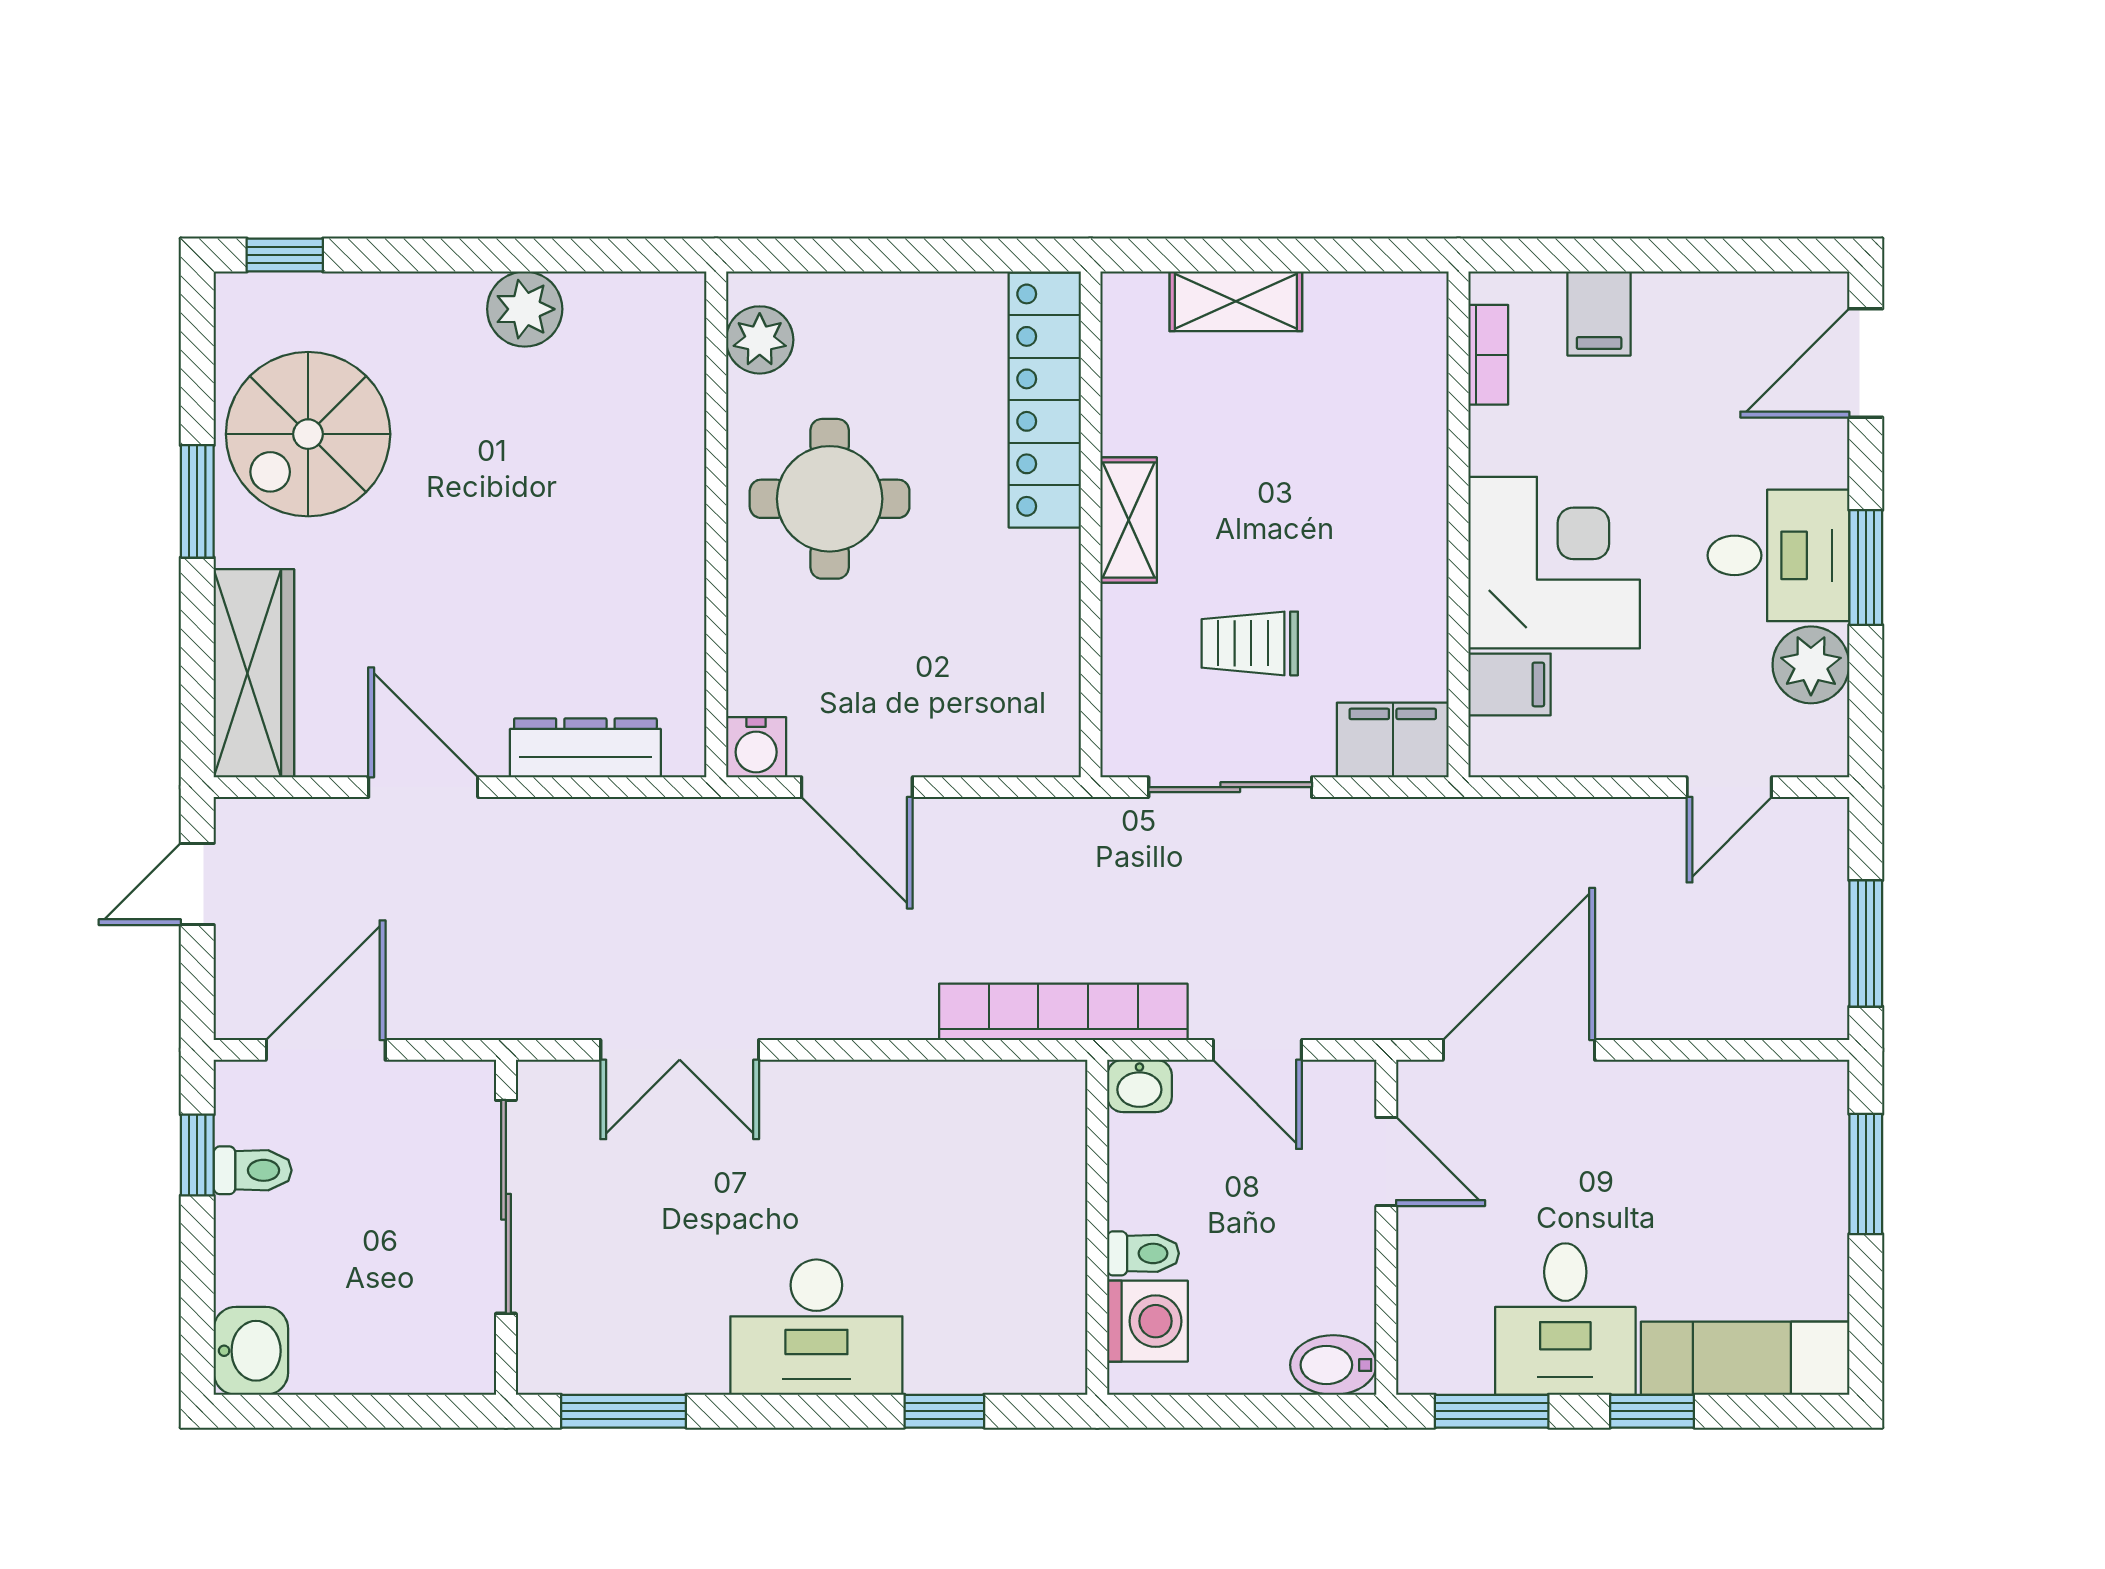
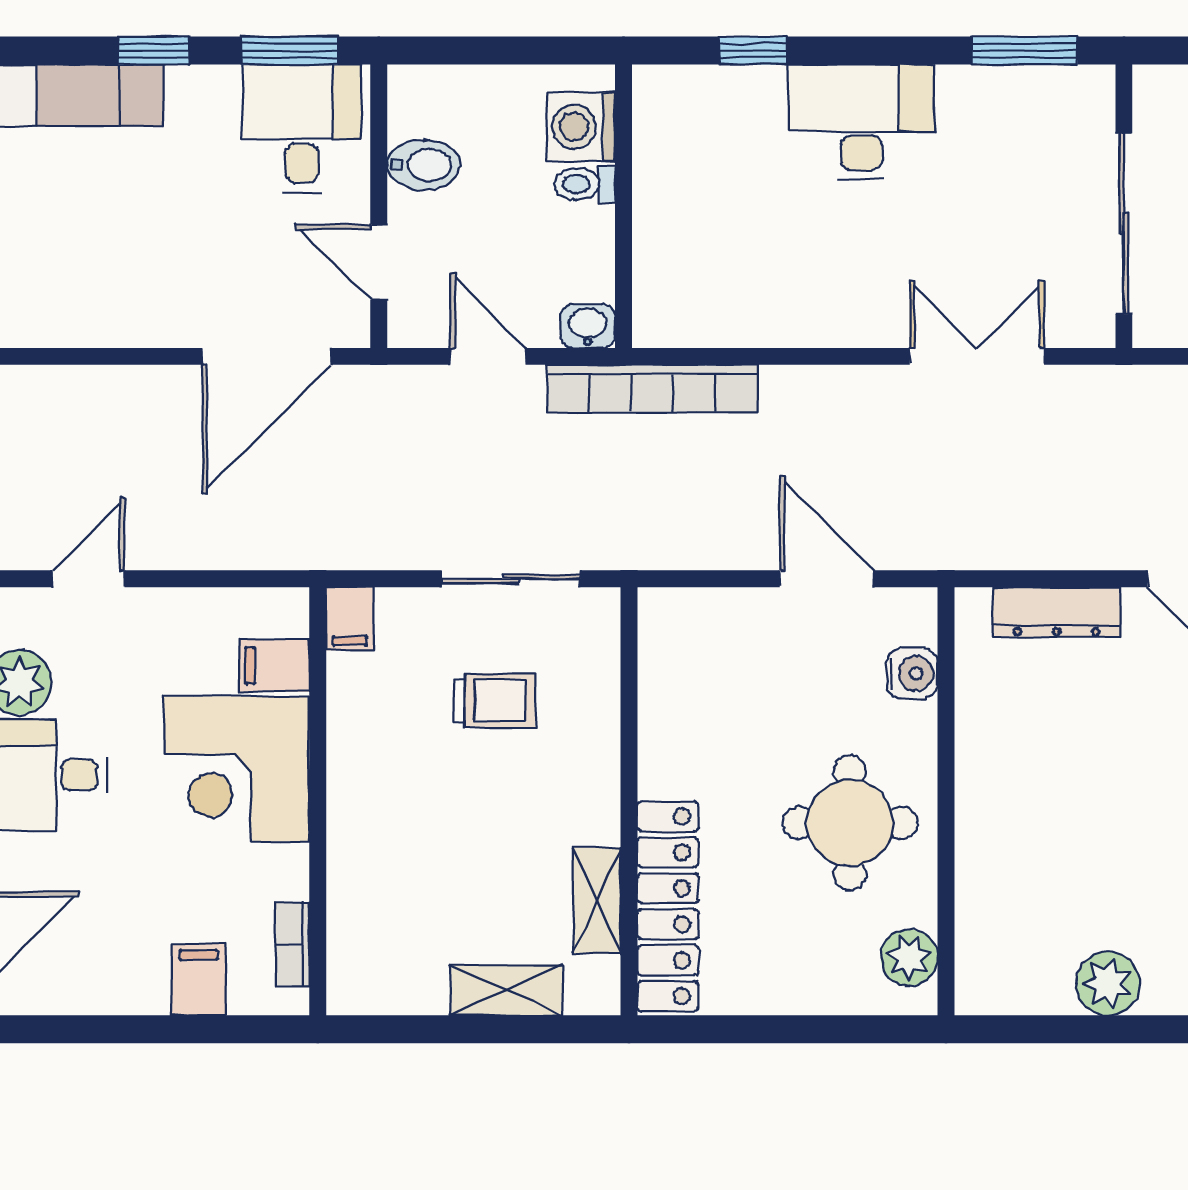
shelving: (1129, 520) -> (597, 901), moved
filing cabinet: (1393, 740) -> (350, 619), width x0.50
water cooler: (756, 747) -> (912, 673), moved, turned 90
desk: (1565, 1319) -> (302, 129), moved
bidet: (1333, 1365) -> (424, 165), moved

